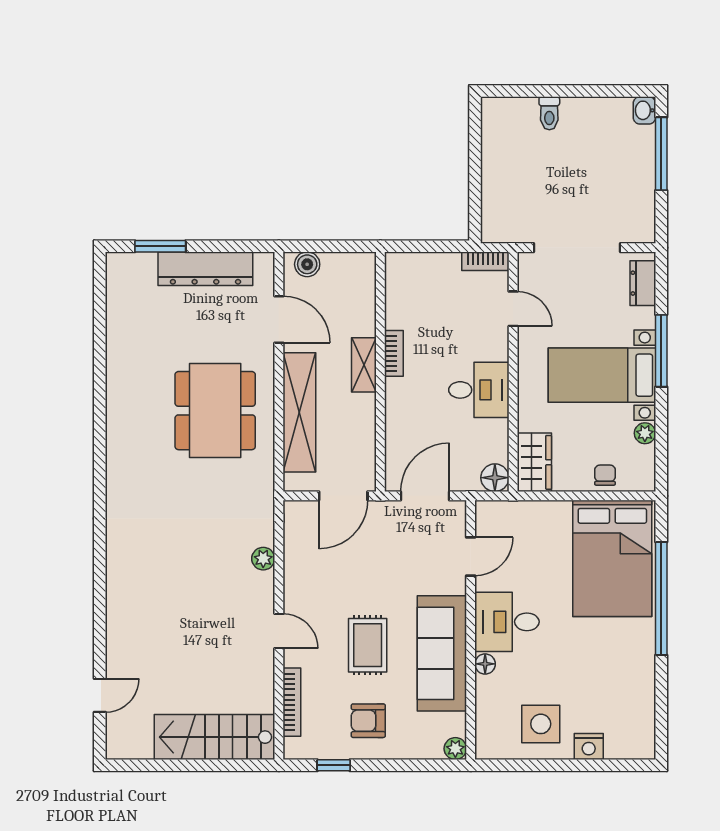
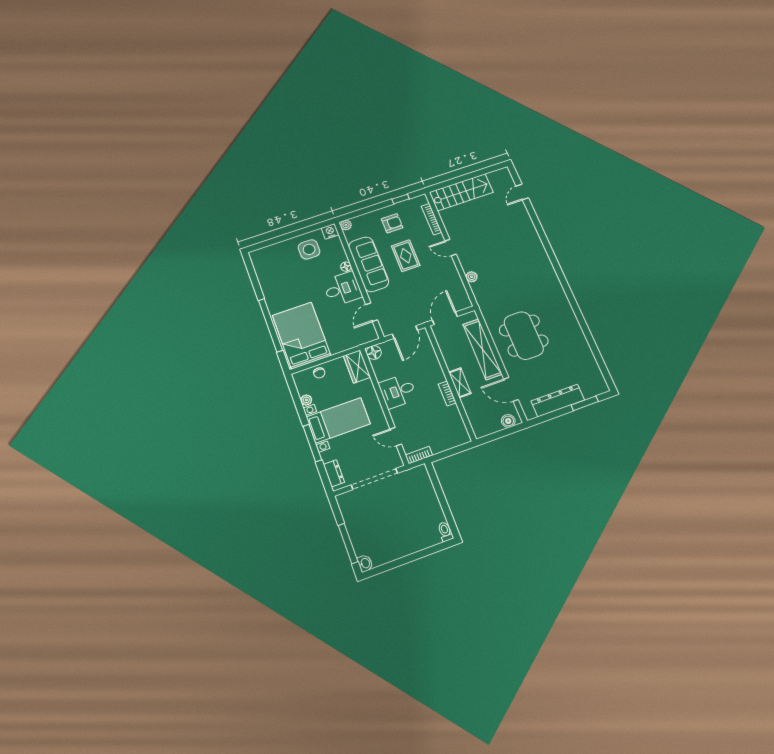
toilet: (549, 113) -> (445, 532), moved
nightstand: (589, 747) -> (330, 231), moved

